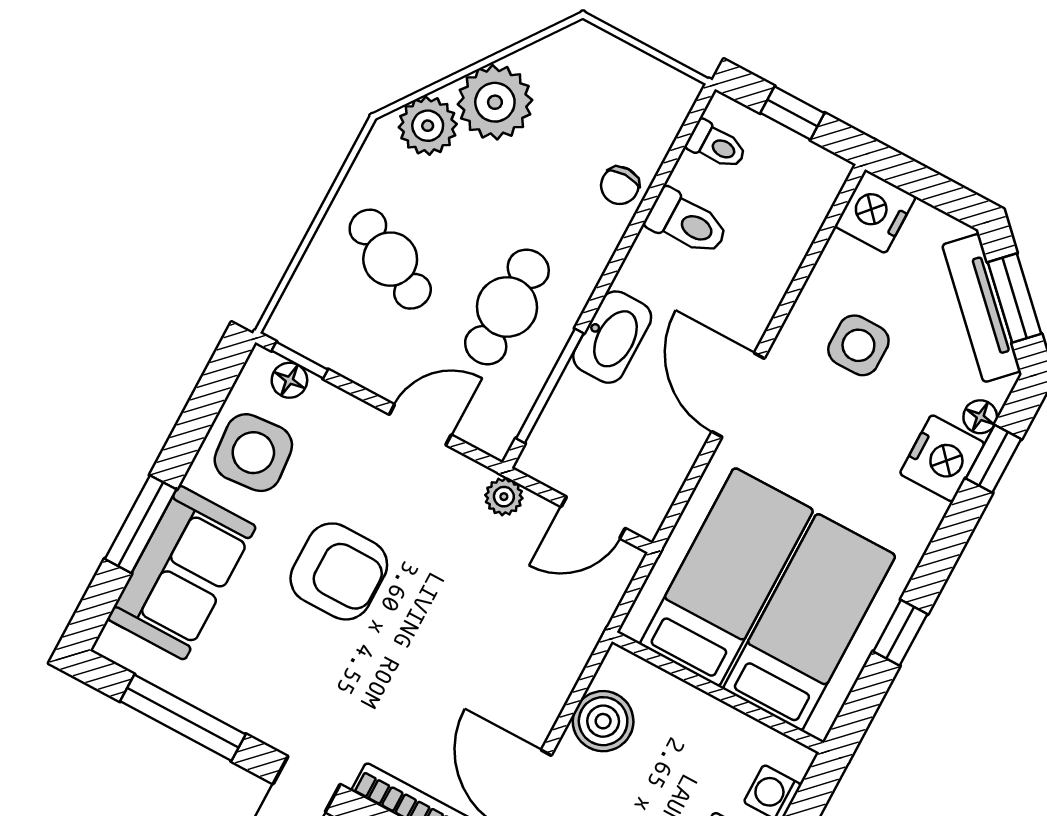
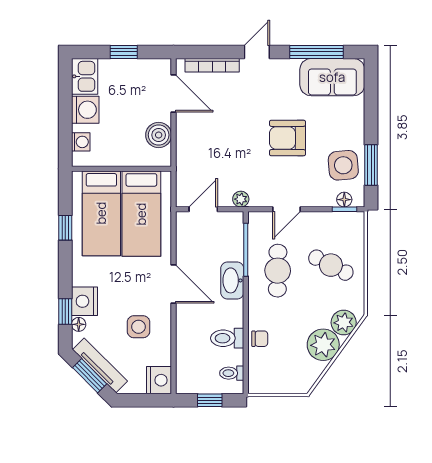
chair: (620, 185) -> (260, 339), turned 90
window: (141, 524) -> (371, 165), moved
sofa: (182, 573) -> (332, 77), moved, turned -90

